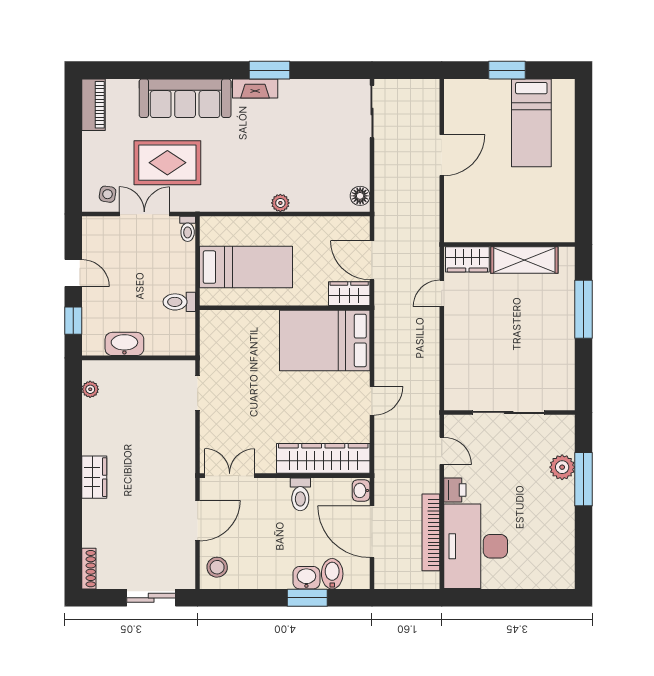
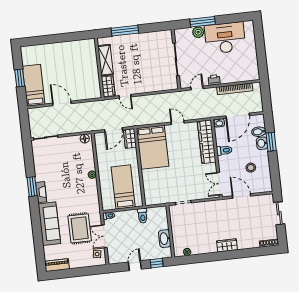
bed: (531, 123) -> (34, 85), moved, turned -90
desk: (476, 546) -> (225, 38), moved, turned 180
stool: (217, 567) -> (251, 168), moved

